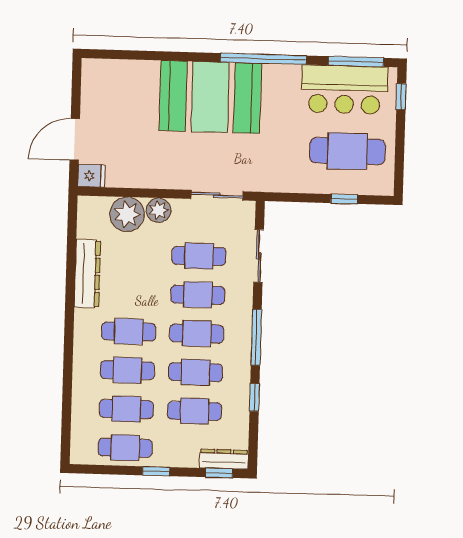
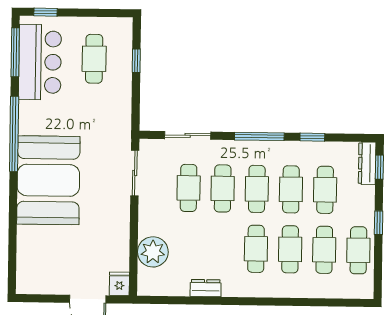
cafe table: (347, 151) -> (94, 59), width x0.73, depth x0.74
plant: (159, 210) -> (149, 224), removed
dresser: (87, 274) -> (206, 288), width x0.51, depth x0.80

